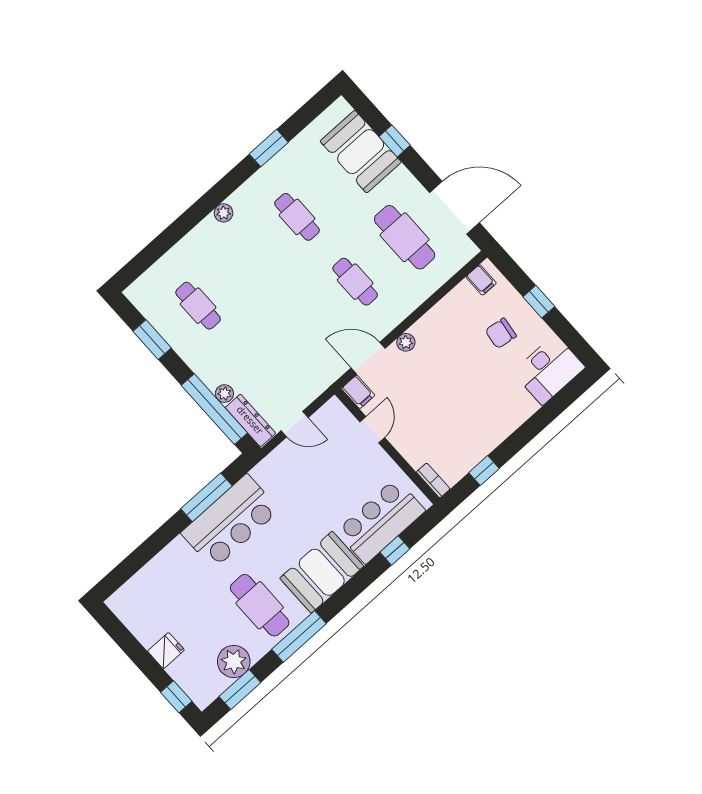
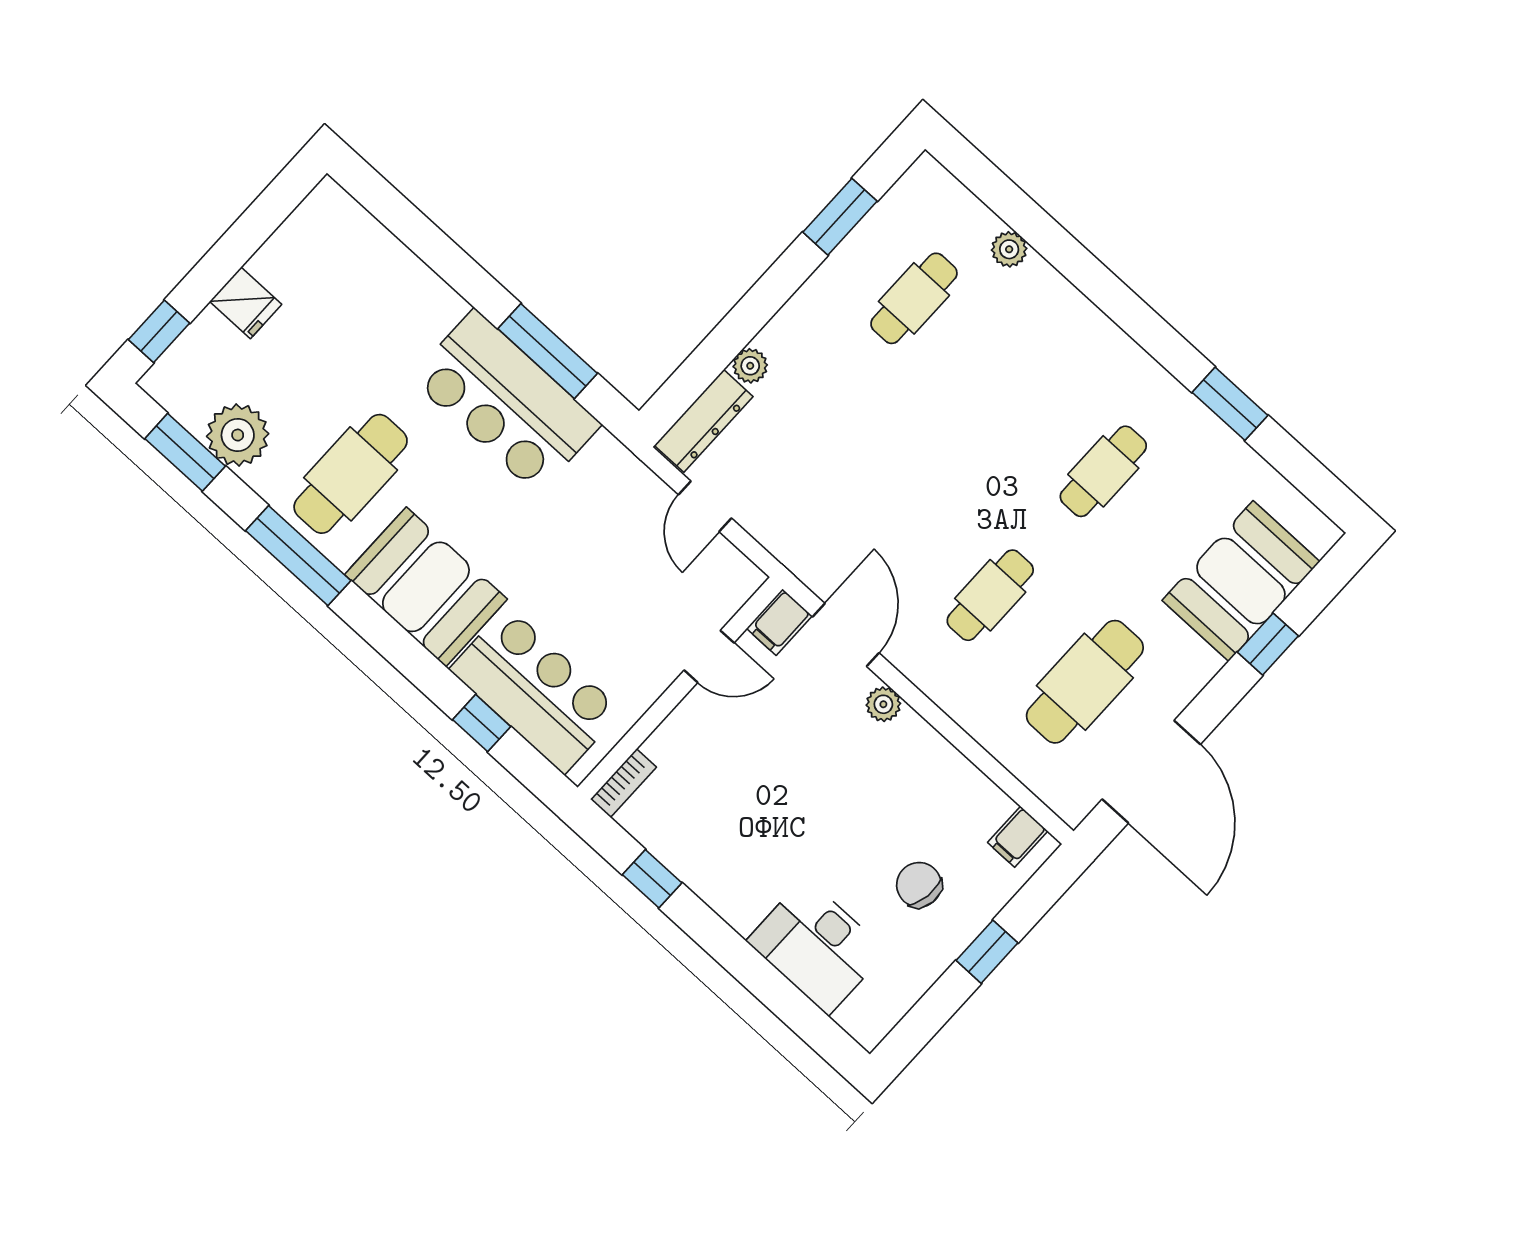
plant: (224, 213) -> (1009, 249), moved
desk: (549, 370) -> (817, 946), moved
window: (214, 409) -> (719, 350), removed

